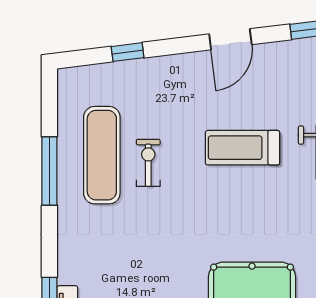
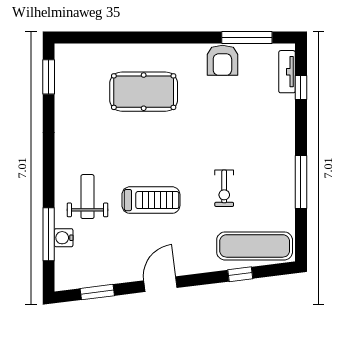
exercise mat: (102, 155) -> (255, 246), moved, turned 90

